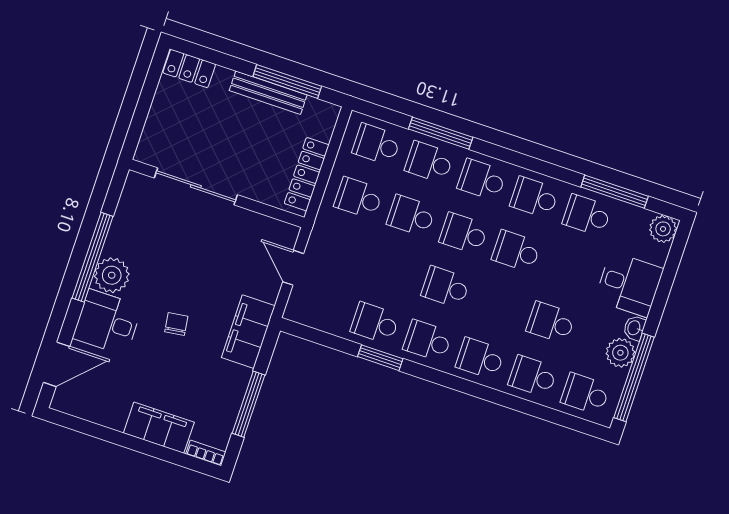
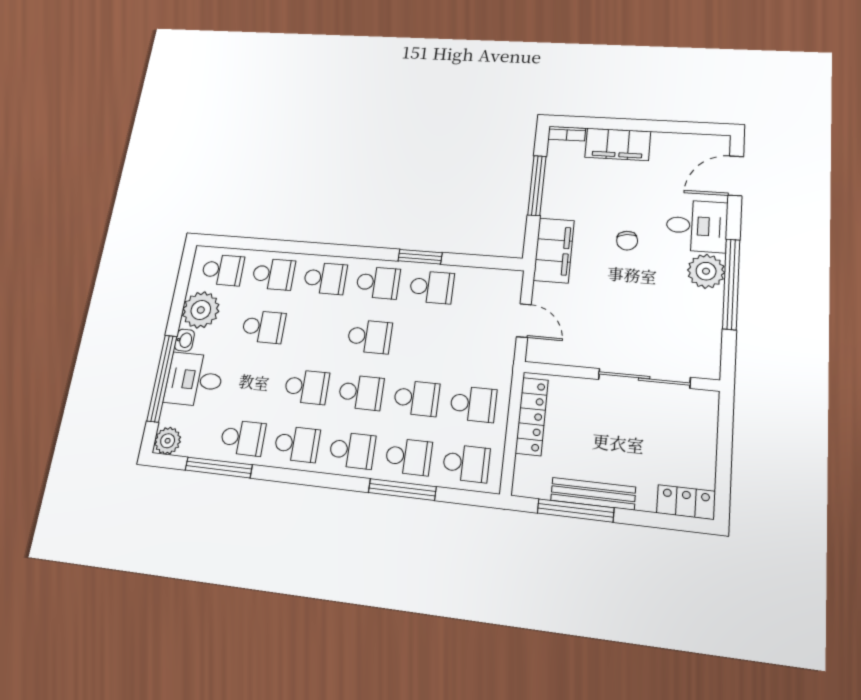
plant: (620, 353) -> (201, 310), width x1.36, depth x1.36
window: (634, 377) -> (162, 378), moved

